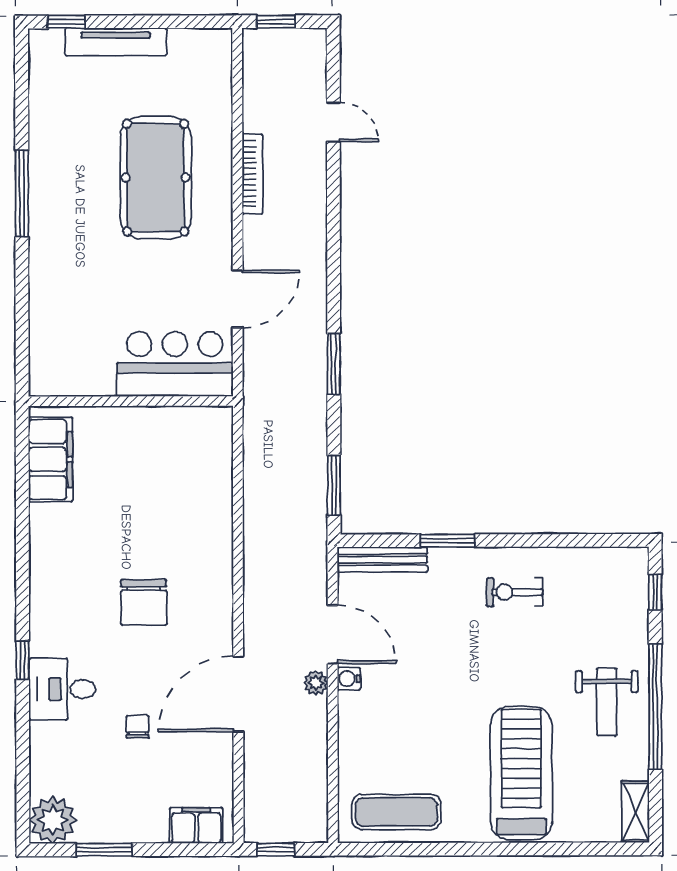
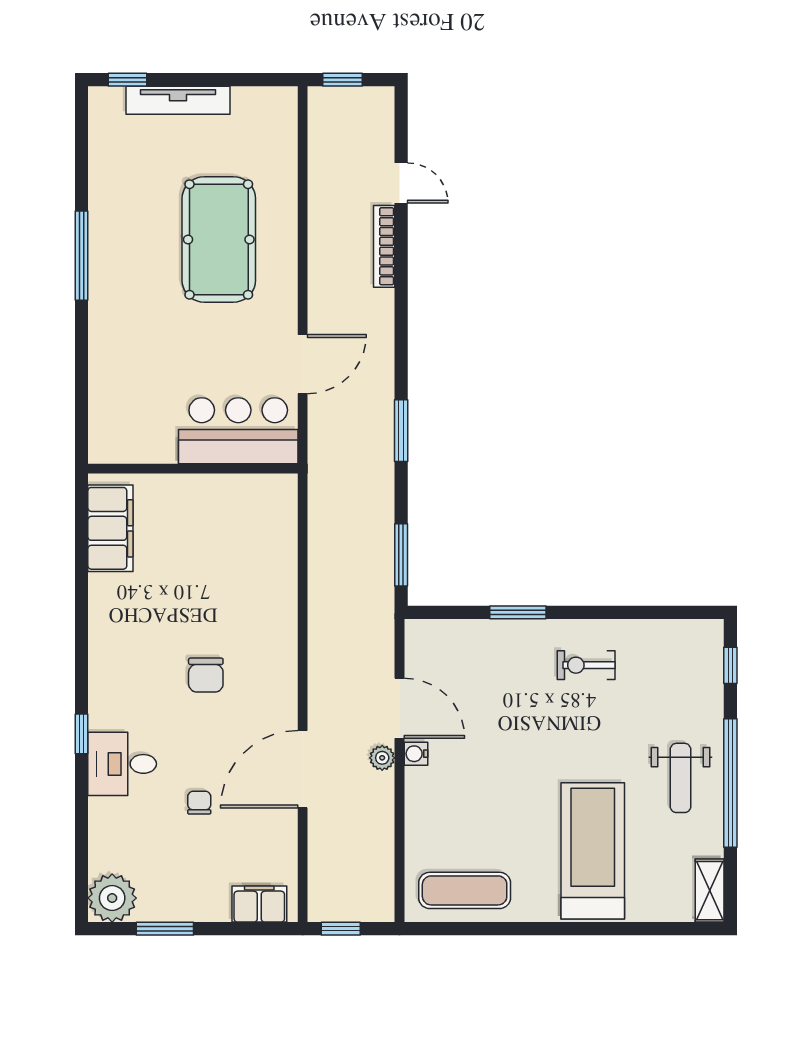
bookcase: (252, 174) -> (384, 246), moved, turned 180
bench: (382, 560) -> (451, 632), removed
chair: (144, 602) -> (206, 675), width x0.73, depth x0.73

